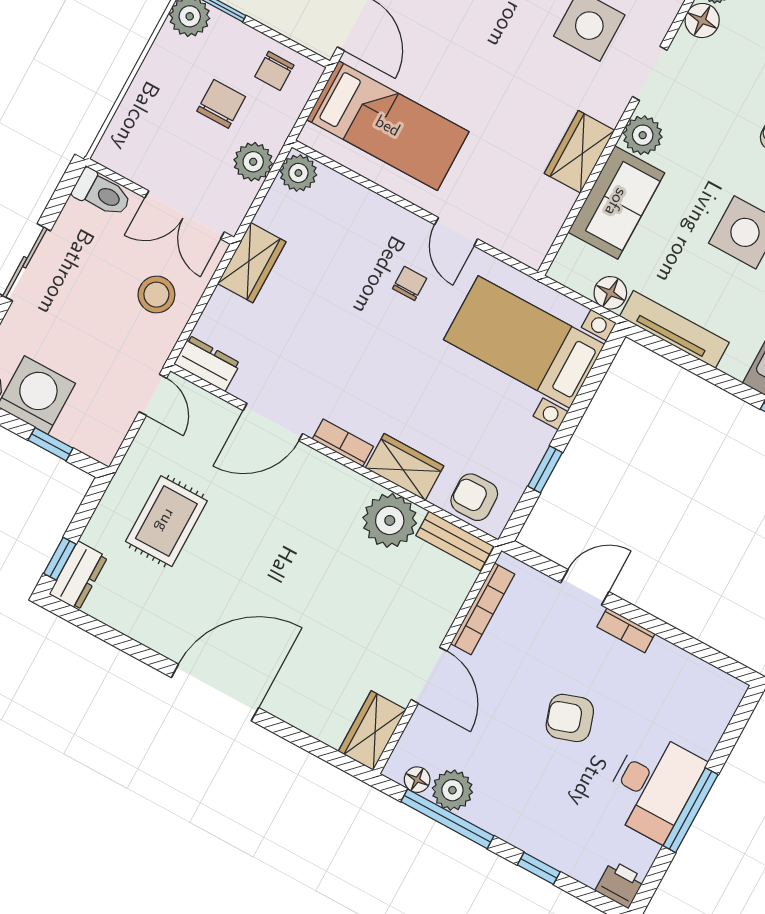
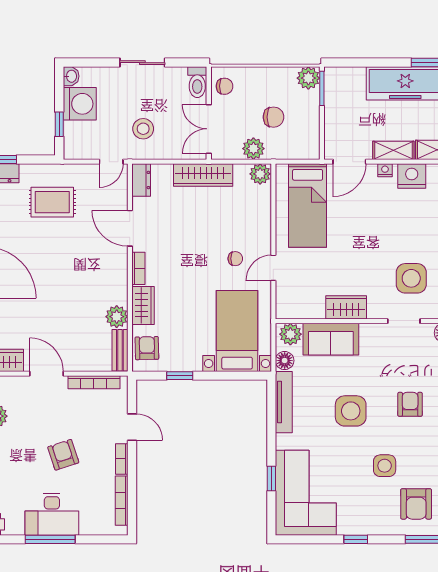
chair: (274, 71) -> (225, 86), moved, turned 180
plant: (643, 135) -> (290, 334), moved
wardrobe: (252, 263) -> (203, 175), width x1.50
stool: (156, 295) -> (143, 129), moved
plant: (390, 520) -> (117, 317), width x0.73, depth x0.73
bookcase: (691, 666) -> (122, 501), added
door: (429, 675) -> (47, 374), swing flipped

